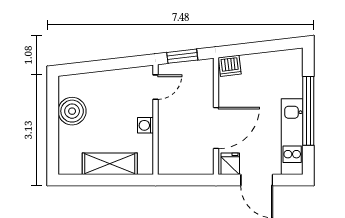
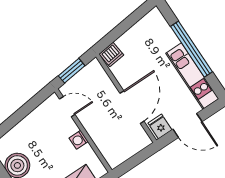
door: (156, 87) -> (67, 107), hinge flipped

